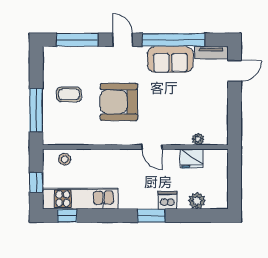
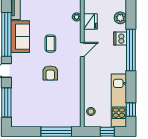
coffee table: (69, 94) -> (50, 44), moved
armchair: (119, 102) -> (50, 73), width x0.53, depth x0.53
window: (151, 216) -> (131, 50), width x2.11

